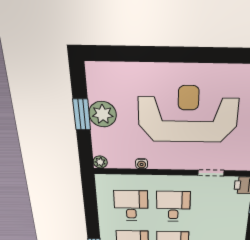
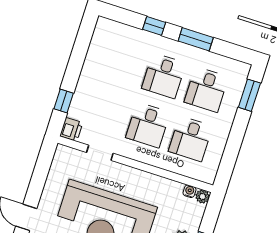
water cooler: (142, 164) -> (189, 191), moved

